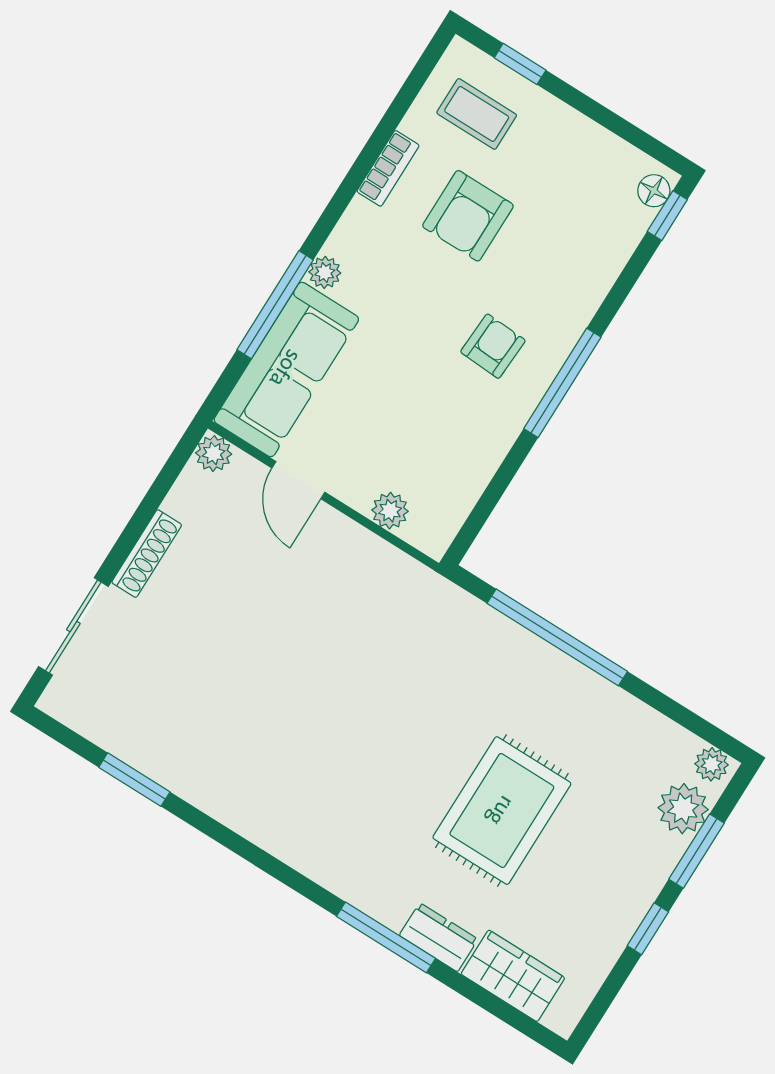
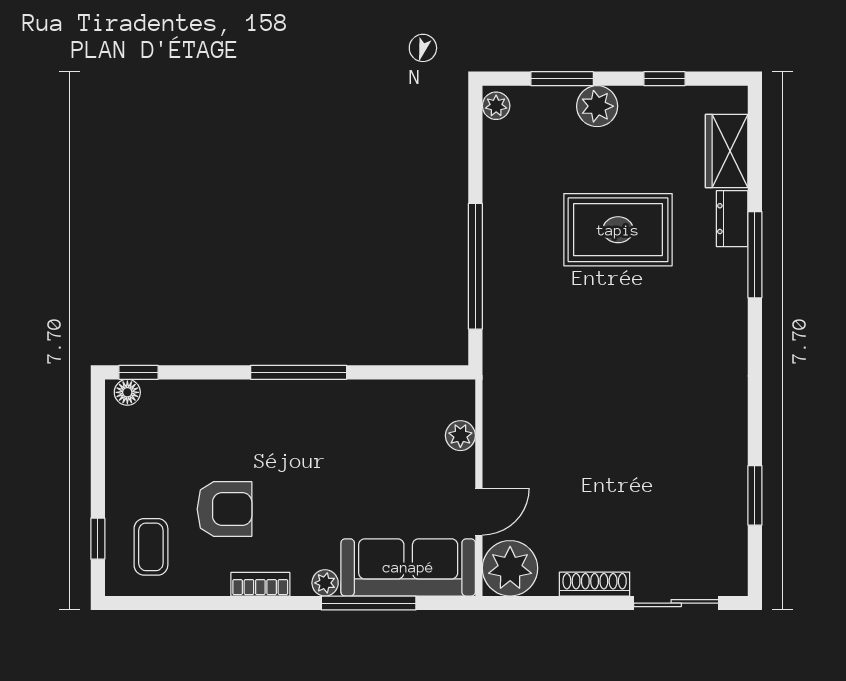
bookcase: (388, 168) -> (260, 584), moved
armchair: (493, 346) -> (303, 436), removed
plant: (214, 453) -> (510, 568), width x1.87, depth x1.87
plant: (683, 809) -> (597, 106), moved
window: (648, 929) -> (665, 79), moved

